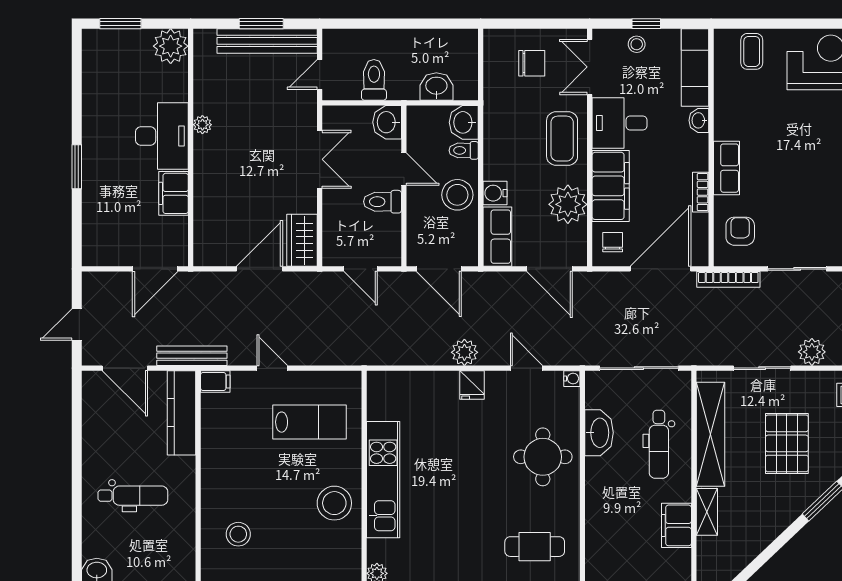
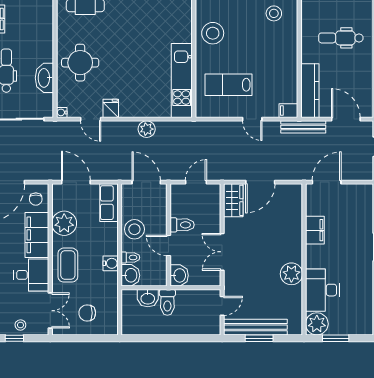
window: (120, 24) -> (336, 338), moved
toilet: (374, 80) -> (167, 302), moved
plant: (202, 125) -> (291, 274), width x1.87, depth x1.87
desk: (162, 136) -> (322, 290), moved
water cooler: (495, 193) -> (111, 263), moved
door: (361, 269) -> (196, 182), hinge flipped
plant: (464, 352) -> (147, 129), moved
fridge: (472, 385) -> (111, 108), moved
kitchen unit: (383, 480) -> (182, 80), moved

